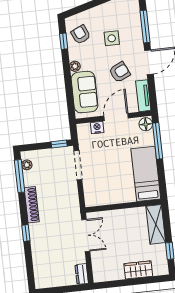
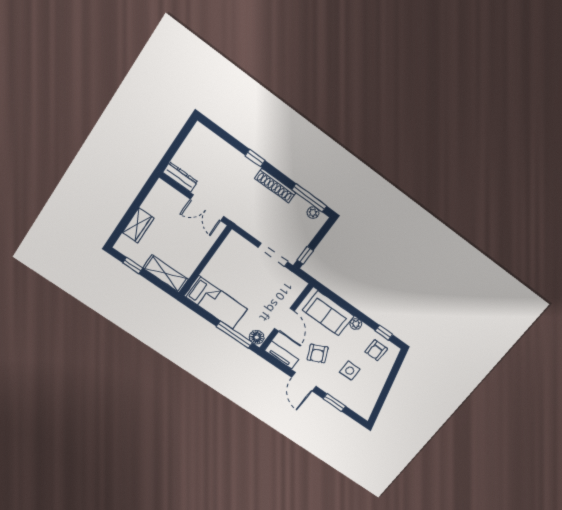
window: (145, 27) -> (334, 402), width x0.69
armchair: (81, 35) -> (376, 350), turned 114
nightstand: (97, 128) -> (290, 298), removed
dresser: (82, 274) -> (180, 177), width x1.44

